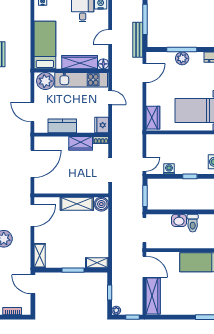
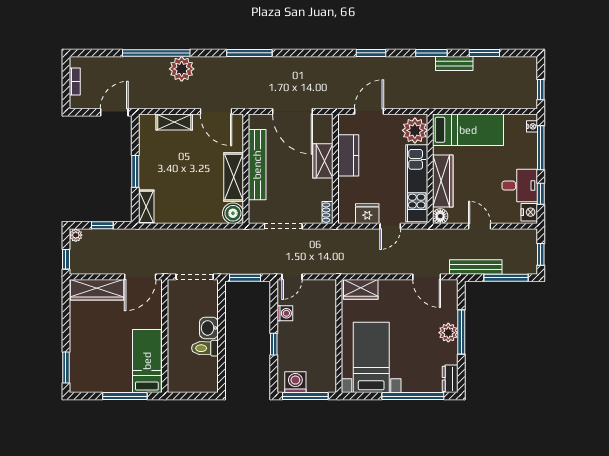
fridge: (102, 125) -> (367, 214), moved
wardrobe: (81, 143) -> (323, 161), moved
door: (144, 164) -> (292, 277), hinge flipped
bench: (68, 188) -> (257, 165), added
shelving: (40, 256) -> (174, 122), moved

